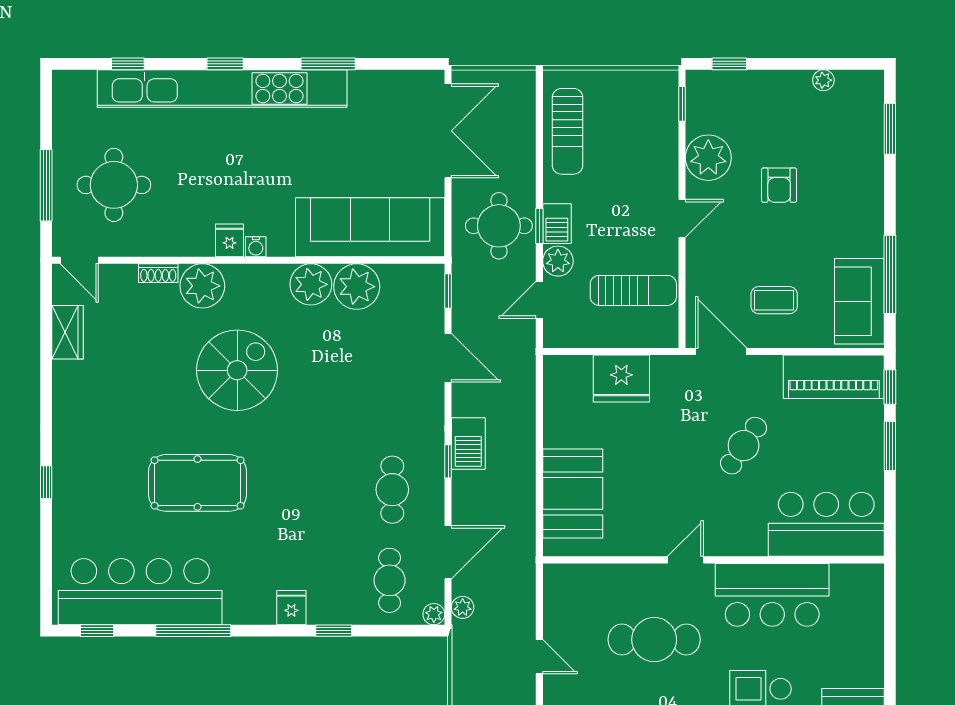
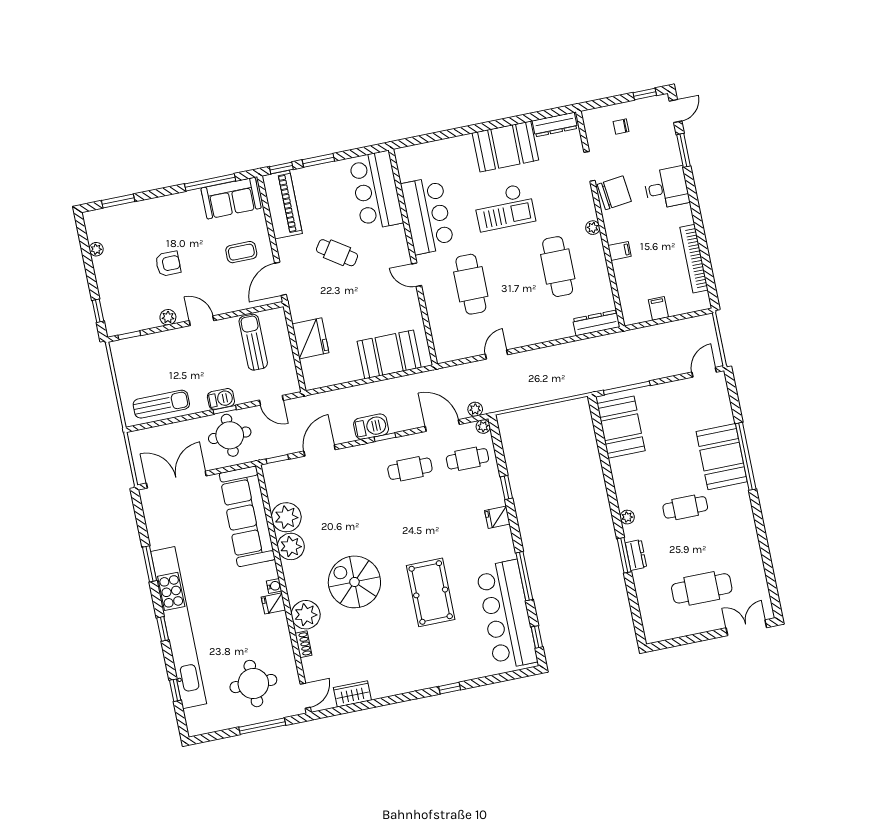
plant: (708, 158) -> (168, 317), width x0.53, depth x0.53
plant: (558, 261) -> (244, 394), removed
coffee table: (774, 300) -> (241, 252), turned 90

